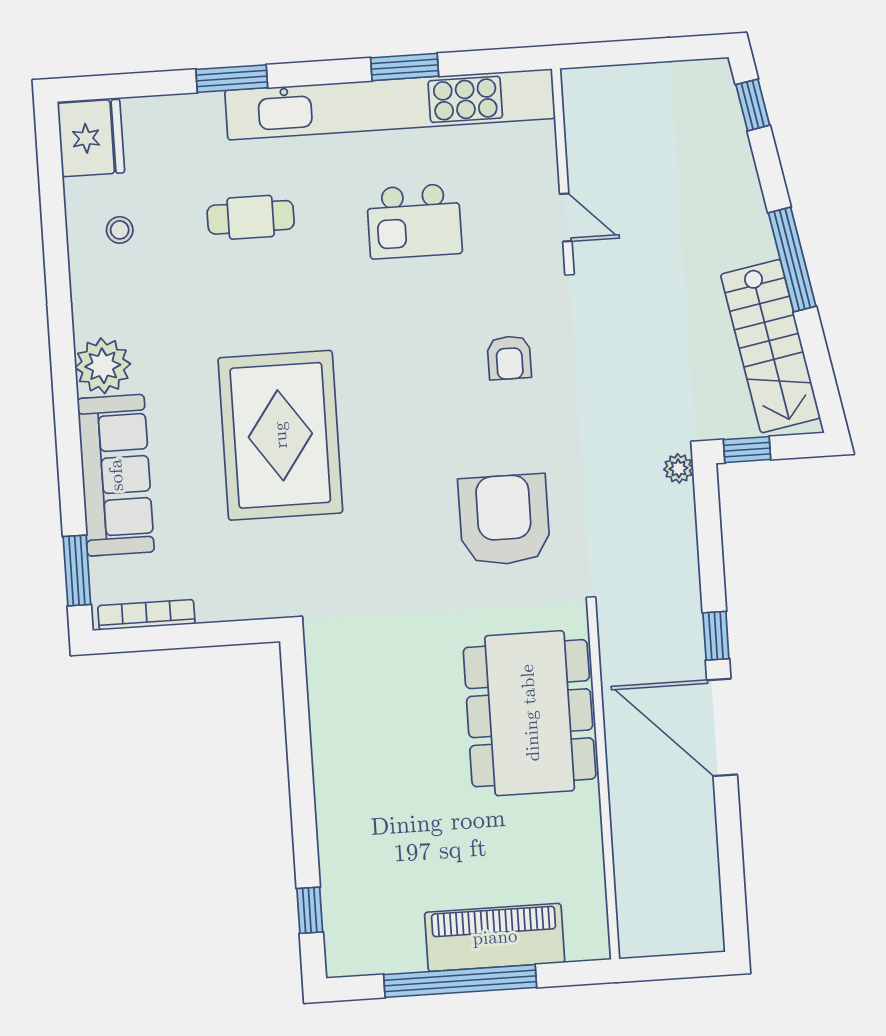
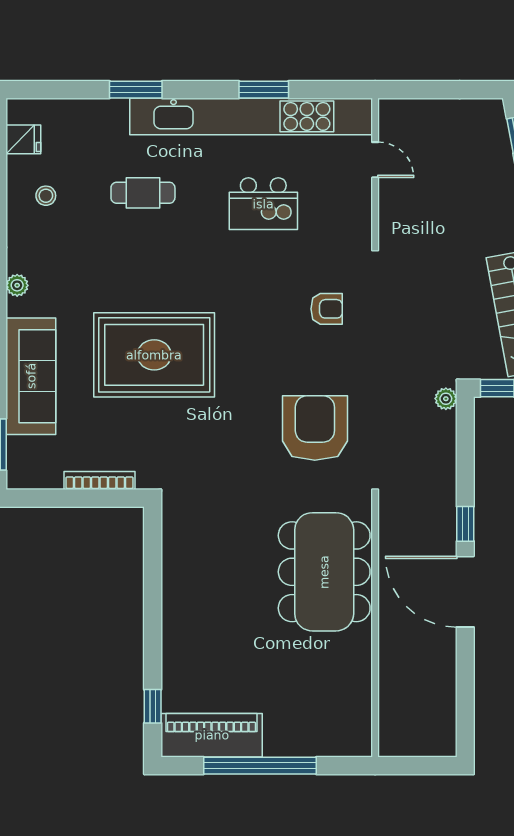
fridge: (91, 138) -> (23, 139), width x0.53, depth x0.75
door: (566, 217) -> (375, 160), moved
armchair: (509, 358) -> (327, 309), turned -90
plant: (103, 366) -> (17, 285), width x0.53, depth x0.53
rug: (280, 435) -> (154, 355), turned 90
bookcase: (146, 615) -> (99, 481), moved
piano: (495, 937) -> (212, 735), moved

